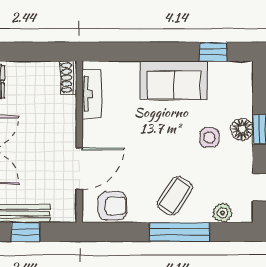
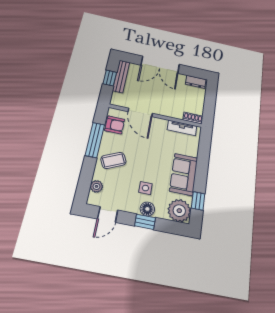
plant: (235, 79) -> (179, 211), added
coffee table: (175, 196) -> (113, 160), turned -59
armchair: (112, 206) -> (115, 125), turned -90
window: (180, 232) -> (95, 140), moved

